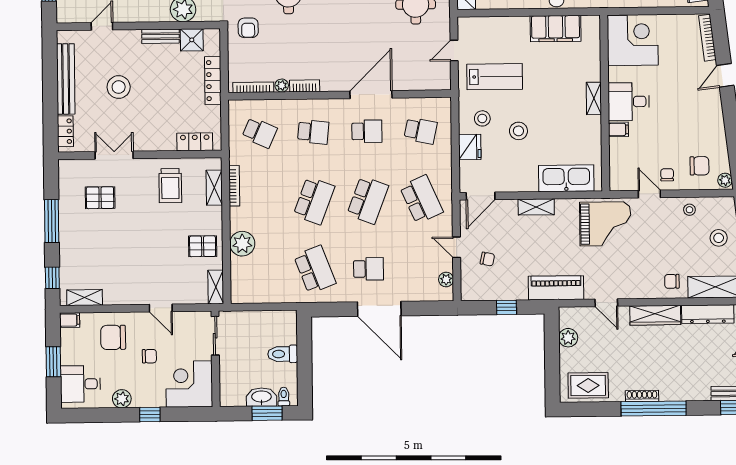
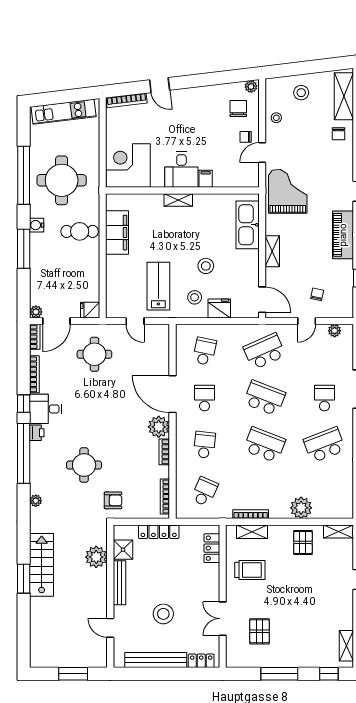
bench: (160, 36) -> (119, 583), width x1.36
plant: (282, 86) -> (159, 427), moved, width x1.88, depth x1.88

